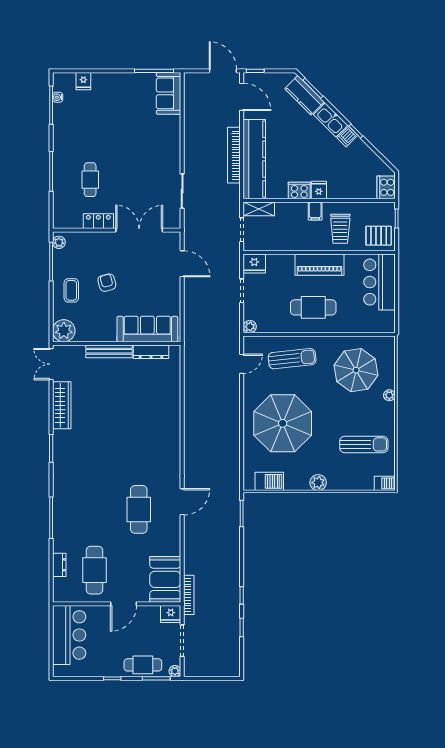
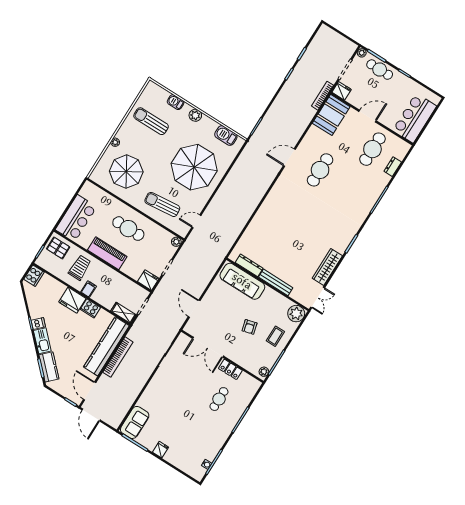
fridge: (83, 81) -> (161, 450), moved
fridge: (319, 190) -> (72, 300), width x1.88, depth x1.34
barbecue: (385, 483) -> (176, 102), moved

